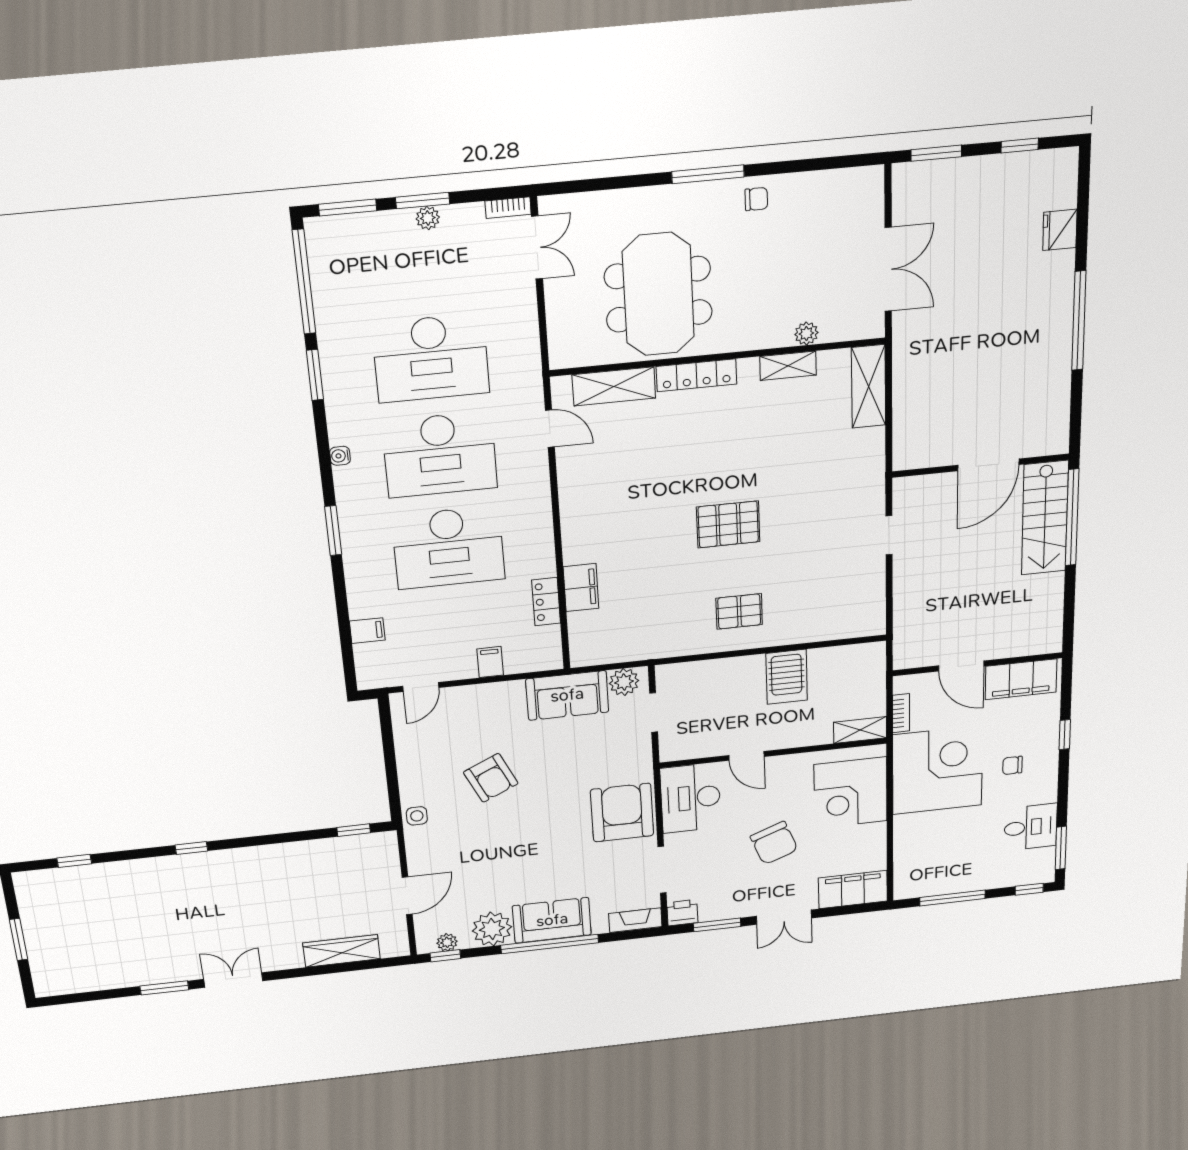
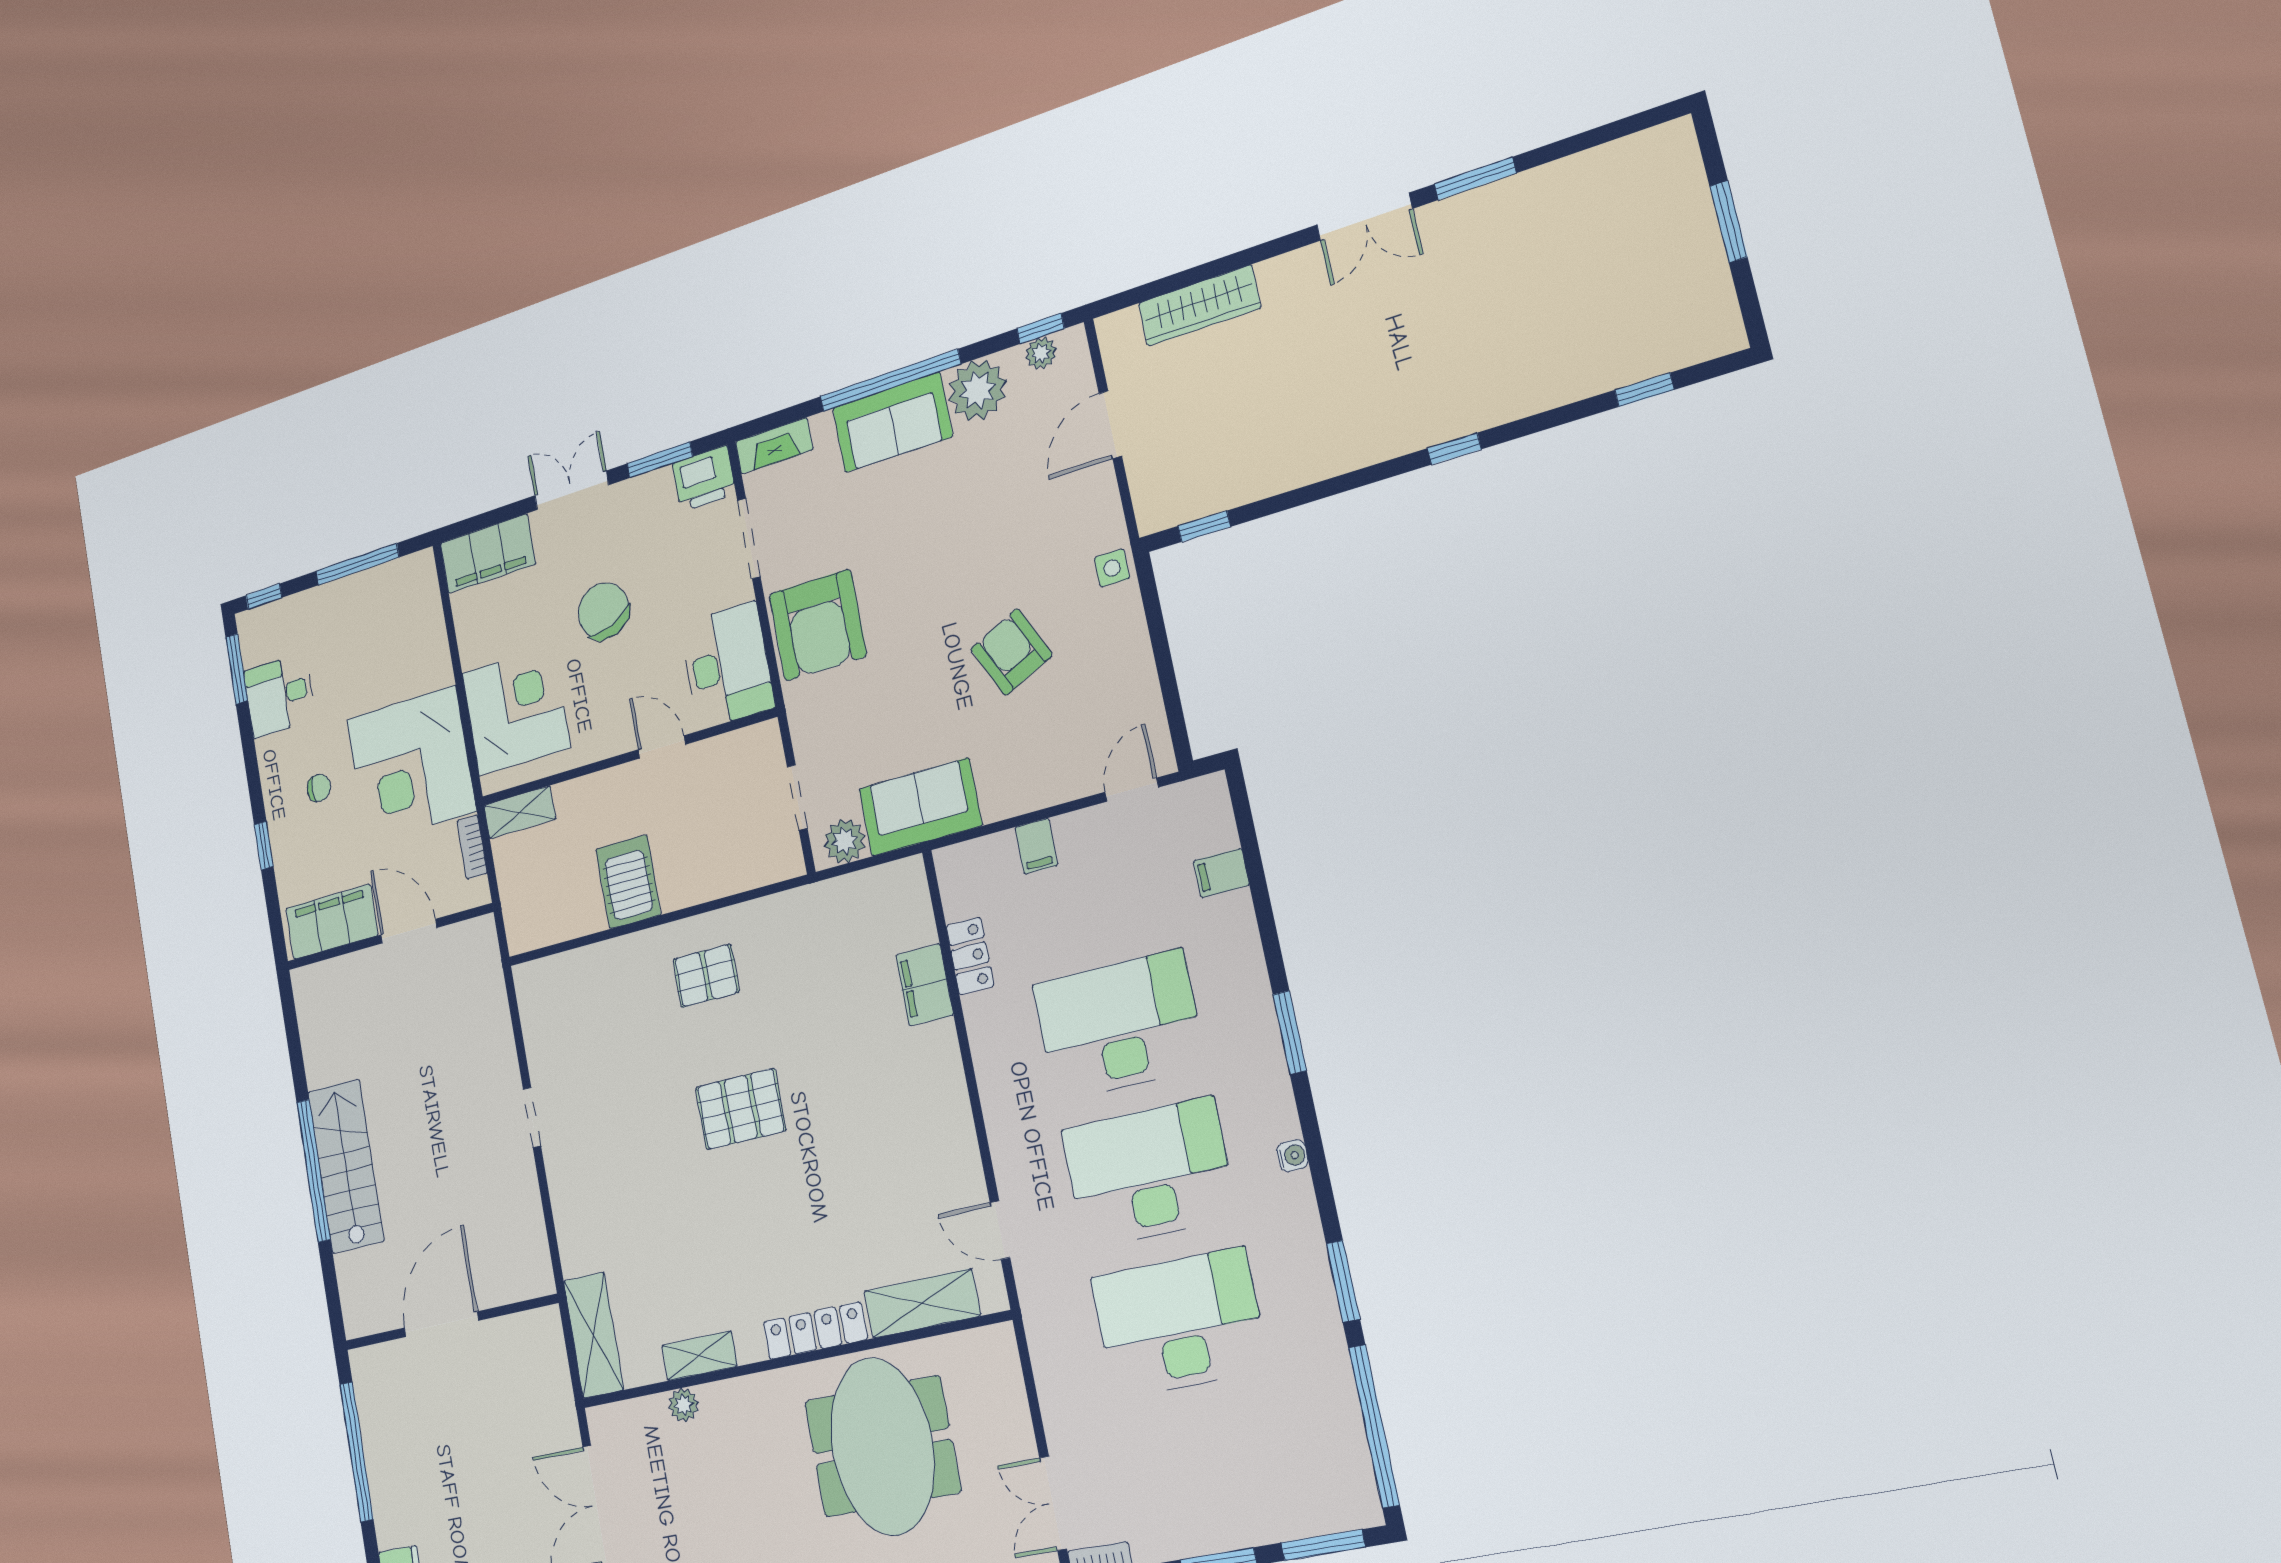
plant: (428, 218) -> (1208, 1537), removed
door: (988, 465) -> (441, 1324), moved
wall: (981, 466) -> (451, 1322), moved
printer: (682, 913) -> (704, 479), width x1.36, depth x1.24

